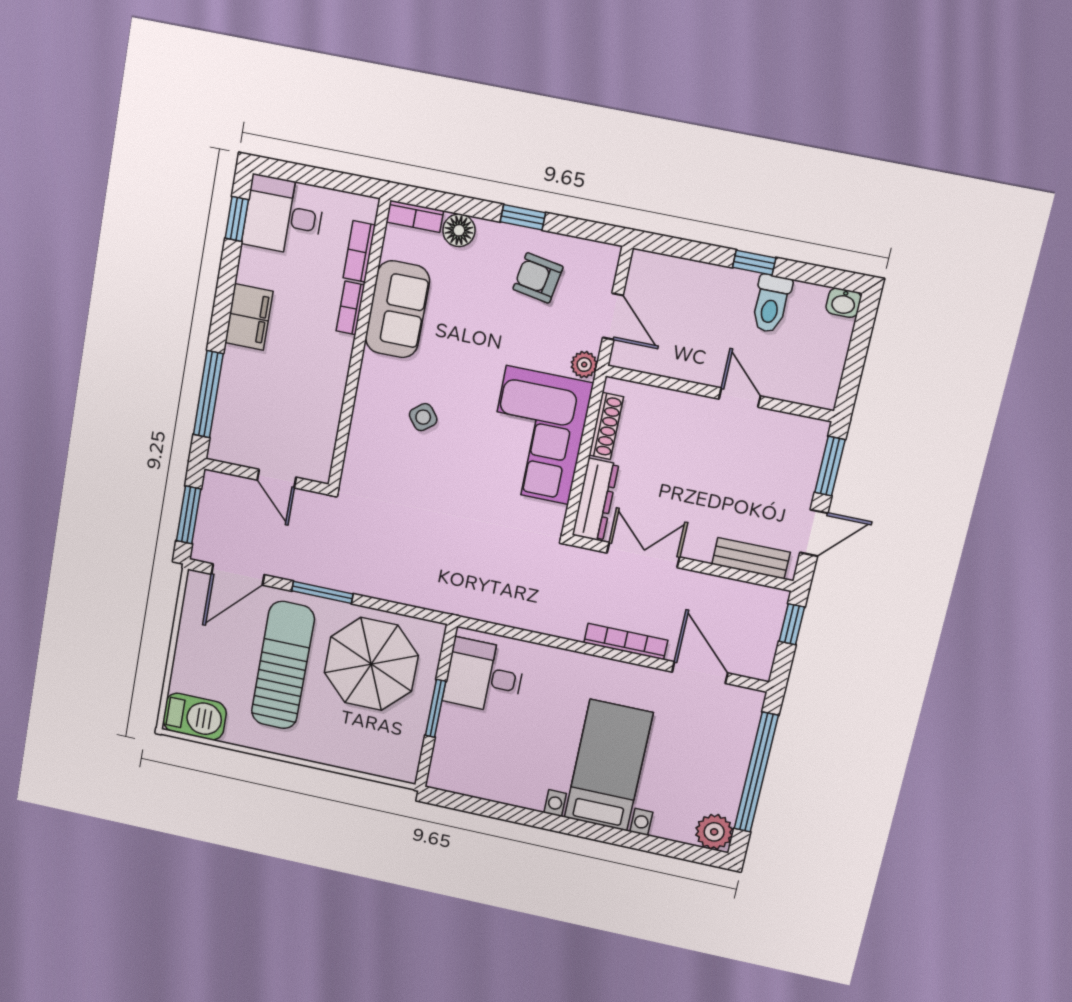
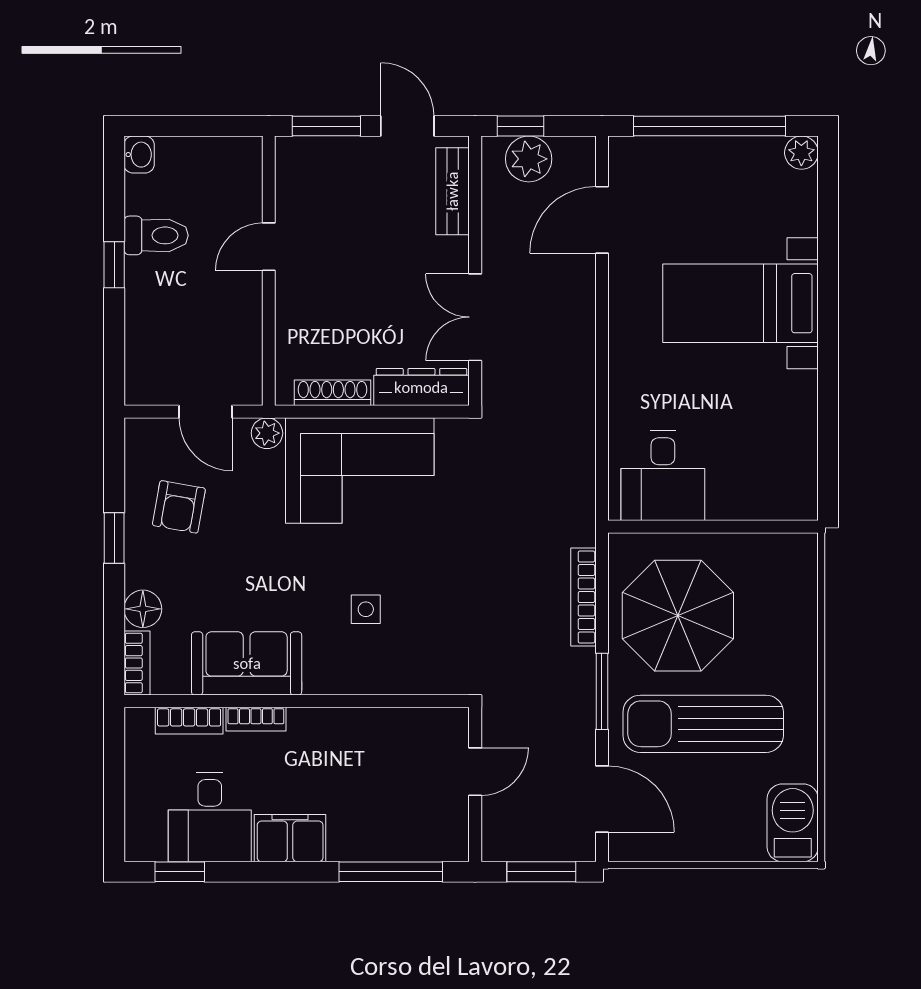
desk: (283, 216) -> (210, 817), moved
door: (613, 316) -> (206, 412), swing flipped
side table: (423, 417) -> (366, 609), turned 38
plant: (763, 625) -> (529, 159), added
bookcase: (626, 641) -> (583, 597), moved
window: (436, 708) -> (716, 527), removed
plant: (714, 832) -> (801, 153), width x0.73, depth x0.73

